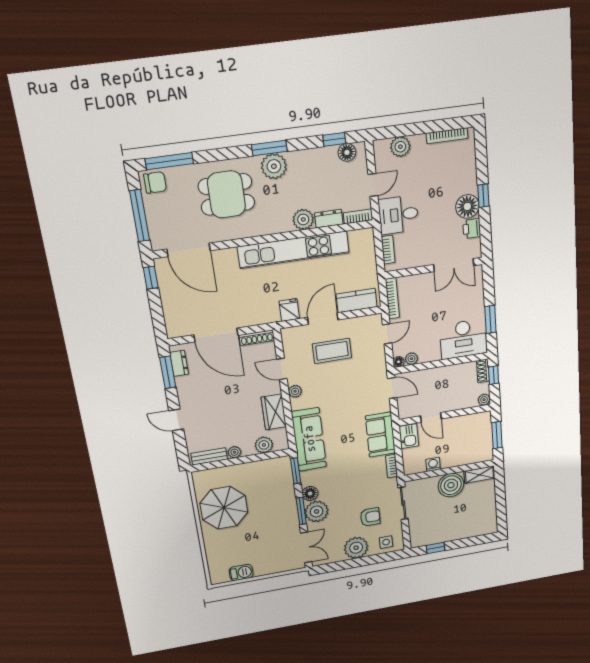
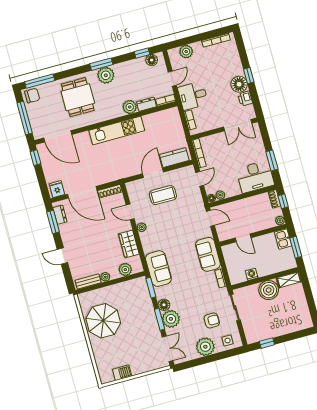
dining table: (226, 194) -> (78, 97), turned 90
kitchen unit: (294, 250) -> (117, 130), width x0.73
fridge: (289, 310) -> (57, 189), moved
kitchen sink: (409, 436) -> (283, 239), moved, turned 180
sofa: (309, 439) -> (158, 269), width x0.73

